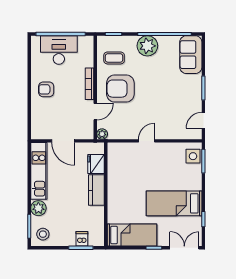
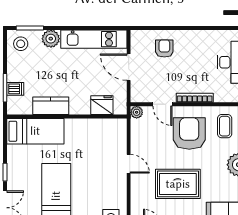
armchair: (46, 89) -> (164, 48), moved
rug: (164, 98) -> (178, 184), added
door: (63, 141) -> (129, 67), hinge flipped
kitchen counter: (96, 190) -> (51, 106), moved
bed: (132, 235) -> (35, 131), moved, turned -90

